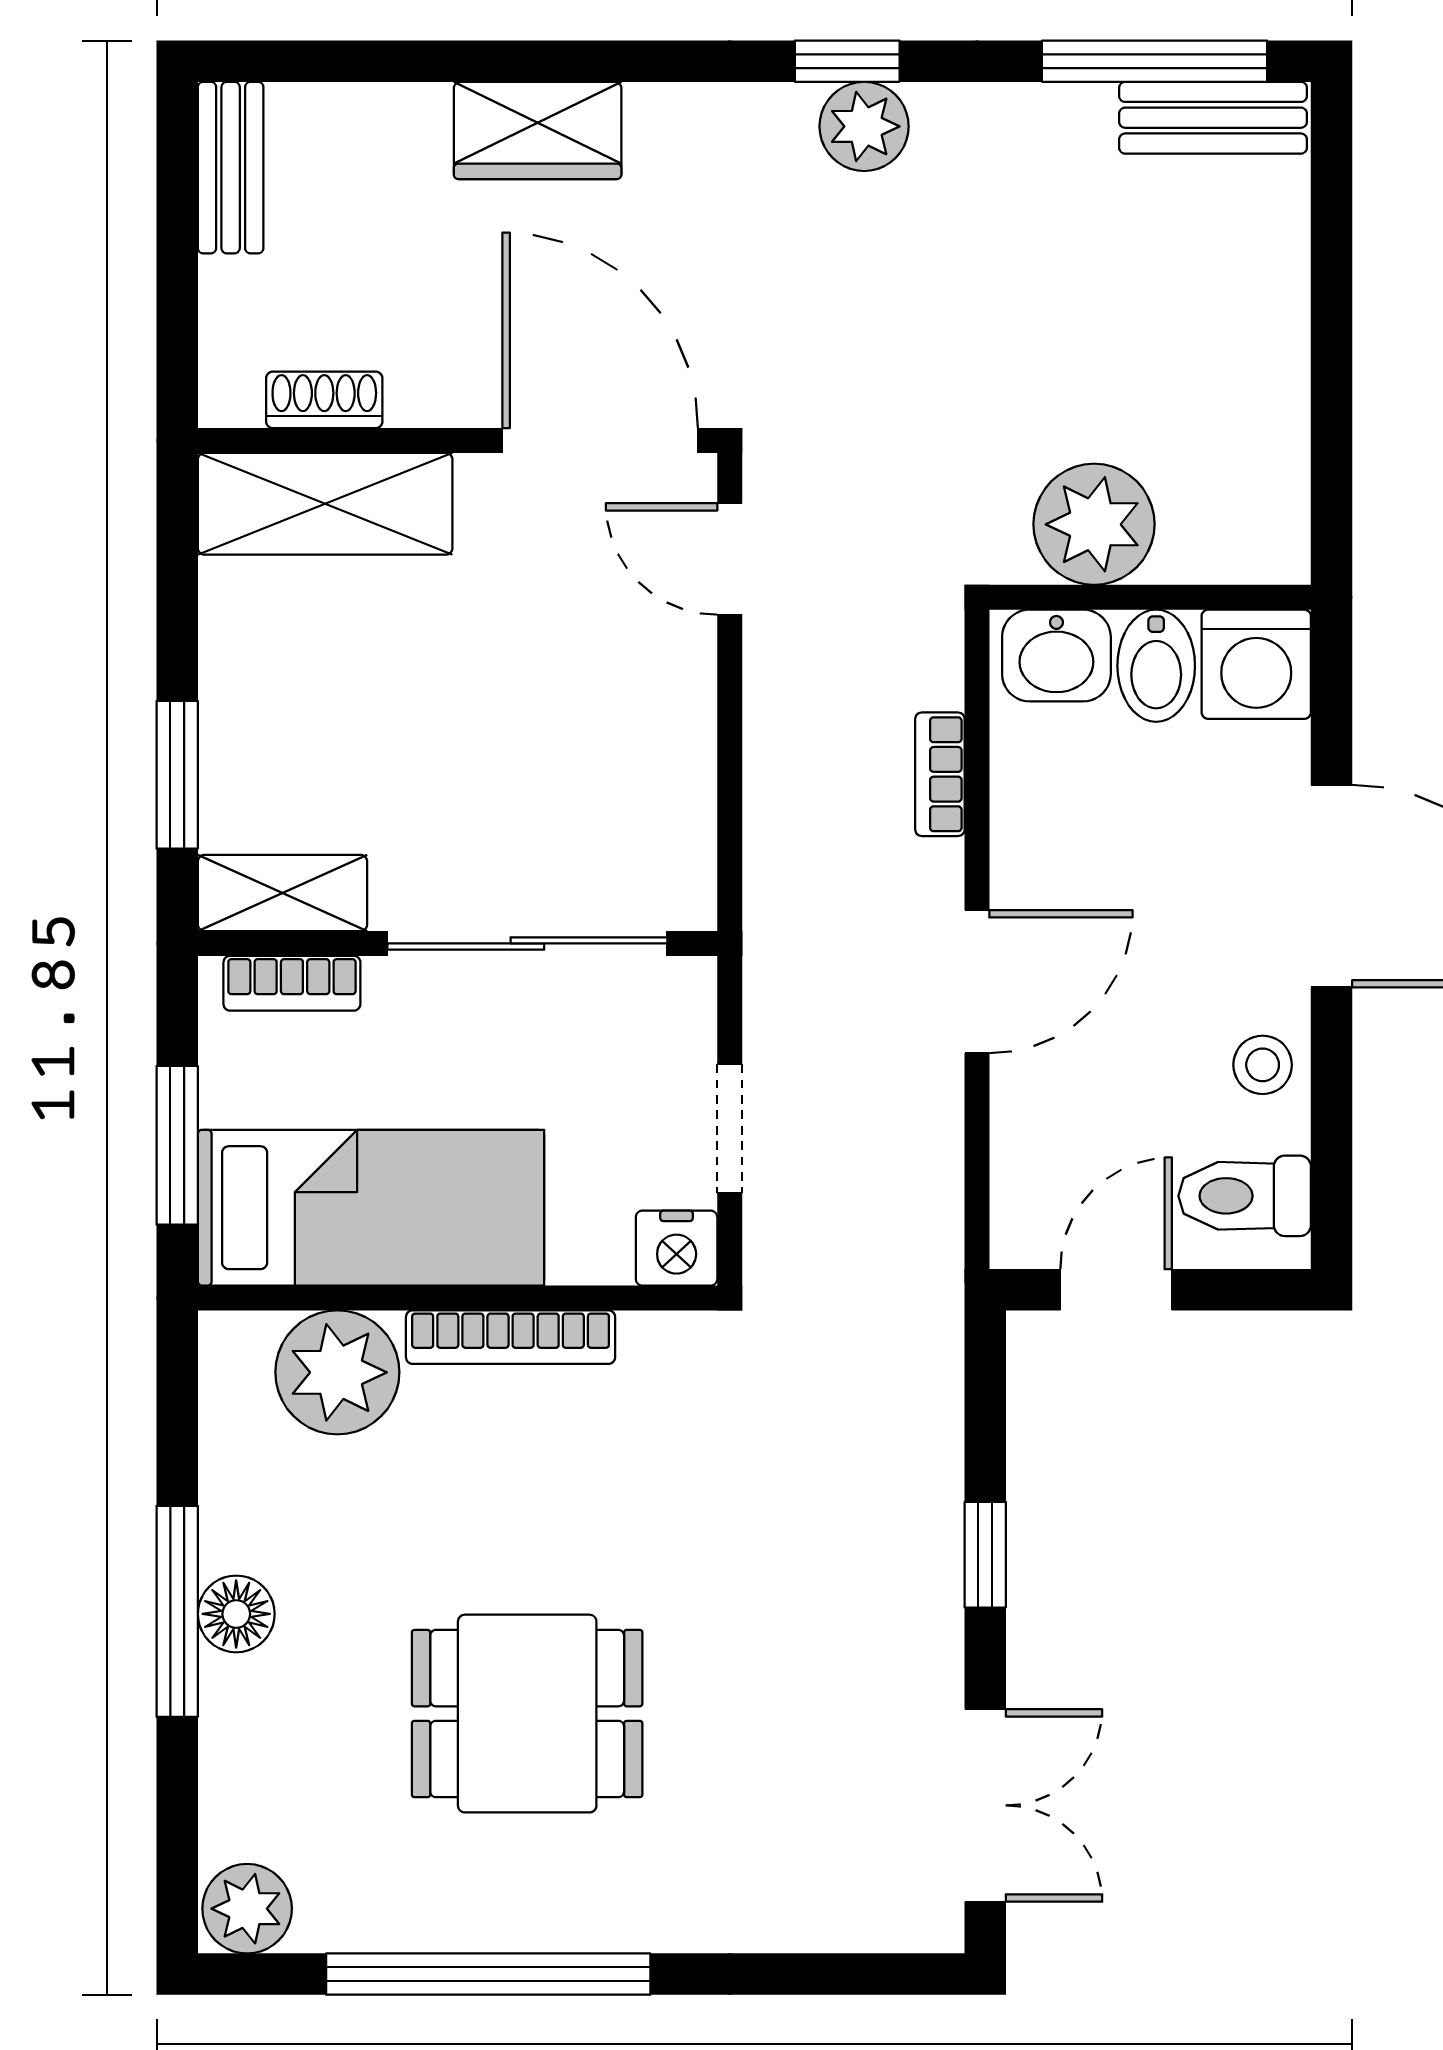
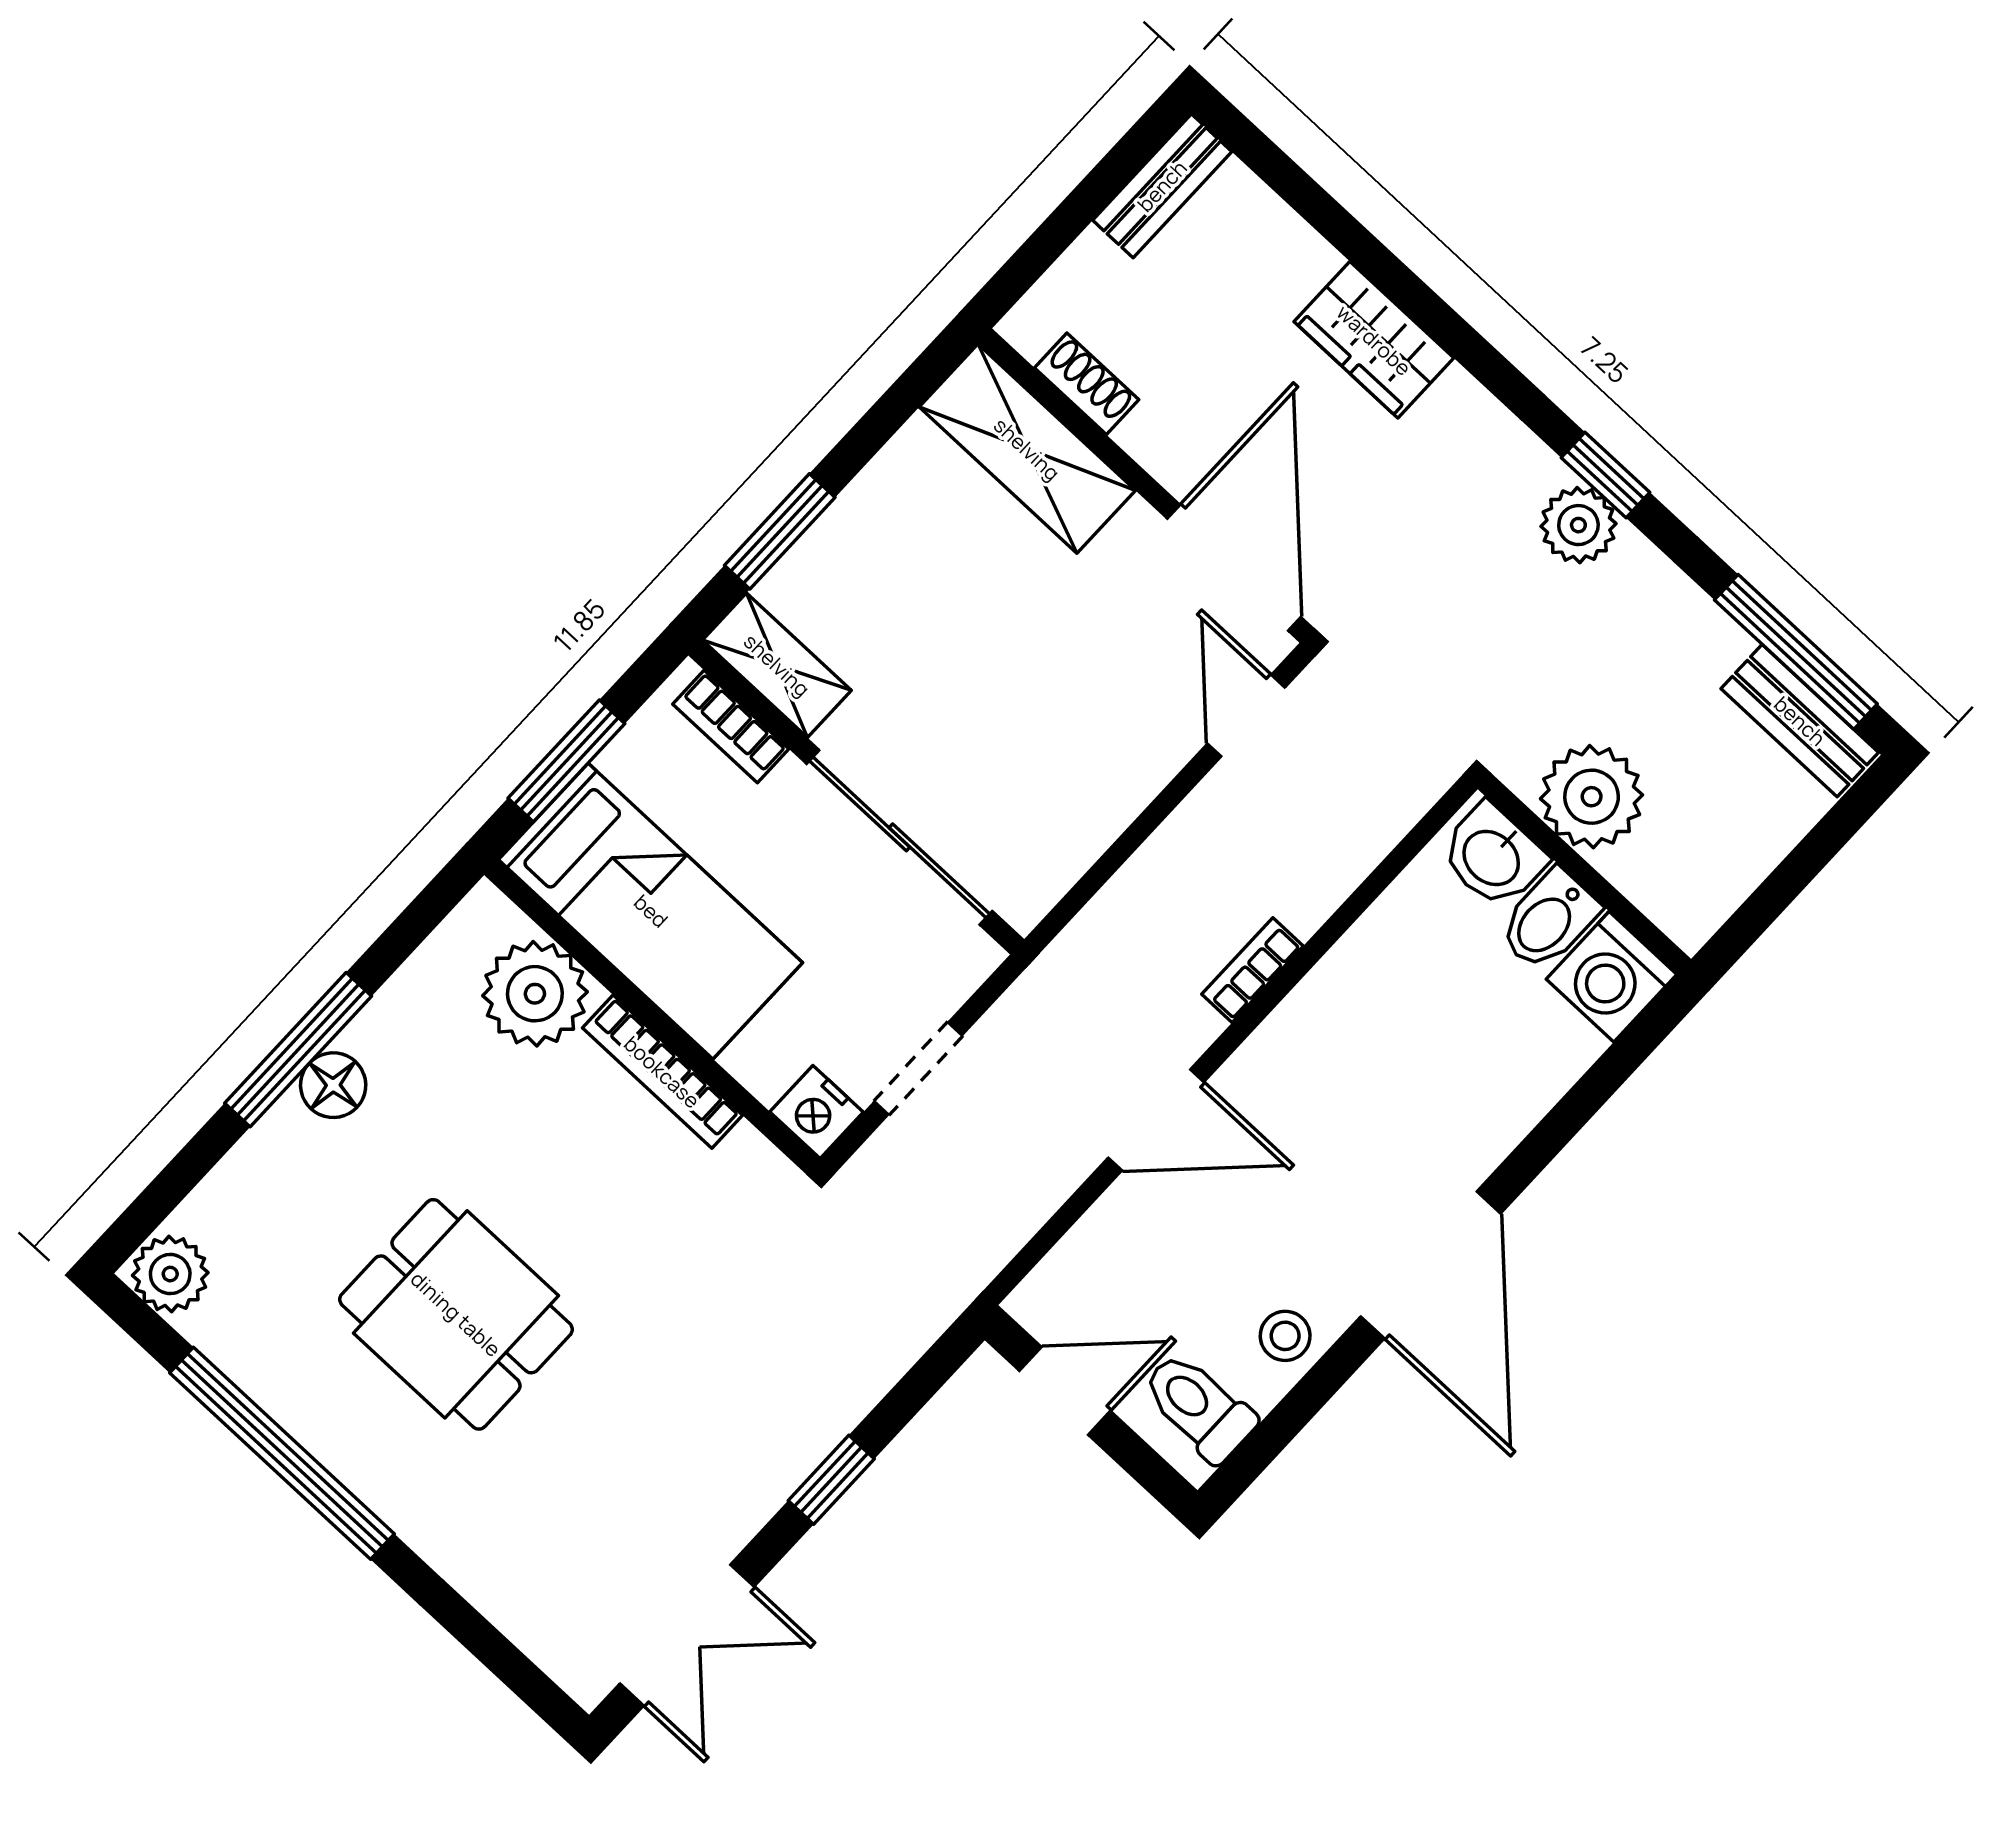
plant: (1094, 524) -> (1592, 797), moved
wall: (1150, 597) -> (1584, 874), moved
washbasin: (1056, 655) -> (1493, 856), moved
washing machine: (1256, 664) -> (1612, 977), moved
bidet: (1156, 666) -> (1549, 920), moved

